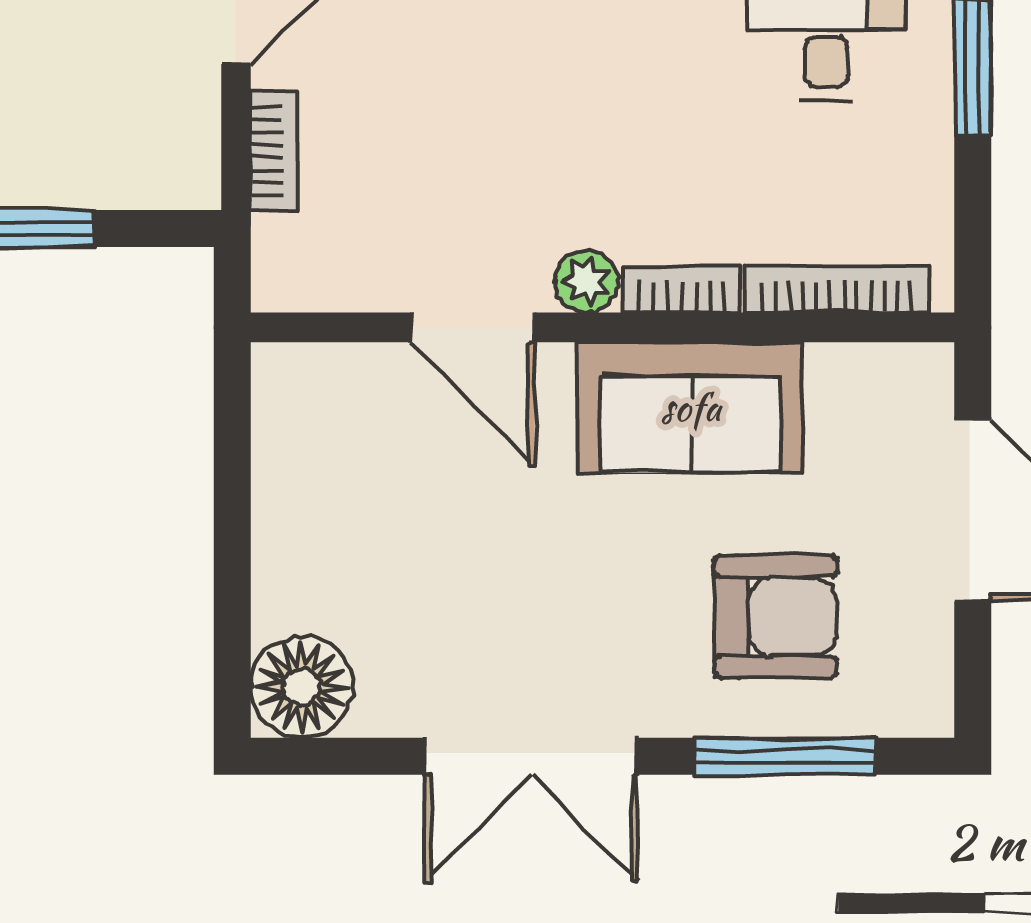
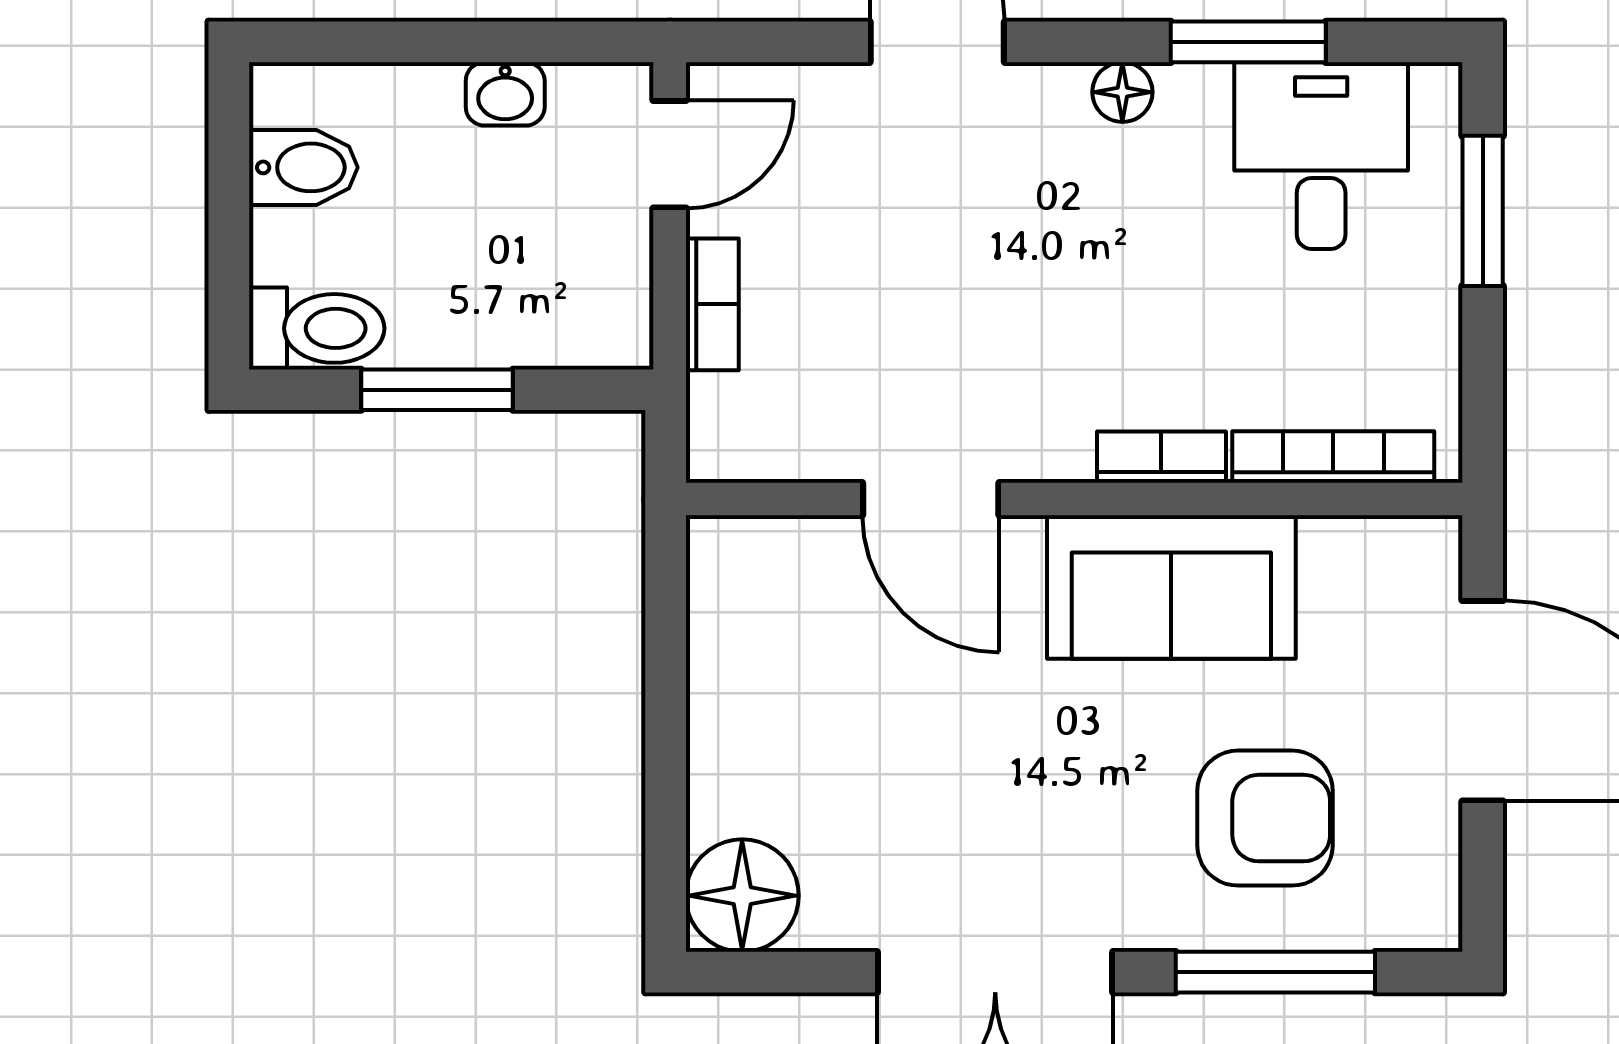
plant: (586, 281) -> (1056, 448), removed

